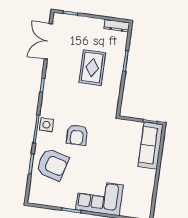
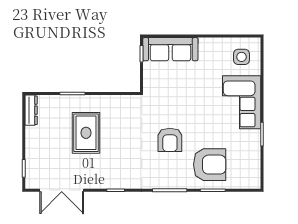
rug: (92, 68) -> (86, 133), turned 90
side table: (46, 125) -> (241, 57), moved
armchair: (77, 135) -> (170, 140), turned 90
armchair: (52, 164) -> (210, 165), turned 75

